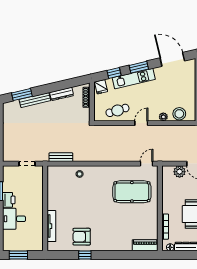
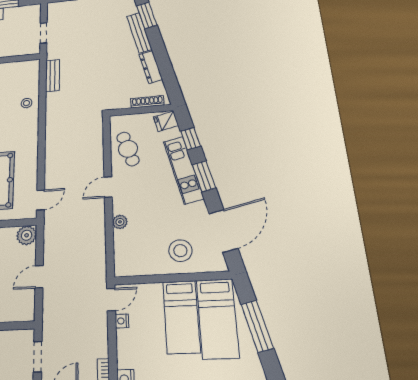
stool: (179, 114) -> (180, 251), moved
door: (141, 123) -> (108, 187), swing flipped
door: (147, 164) -> (41, 200), hinge flipped
plant: (180, 172) -> (27, 235), moved

